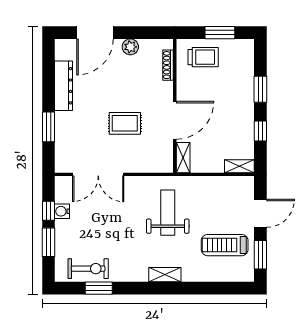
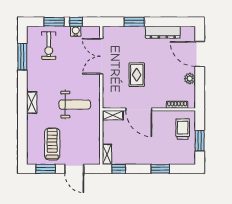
trolley: (203, 57) -> (183, 129), turned 180
window: (260, 131) -> (119, 169), moved
exercise bike: (88, 269) -> (49, 46), moved
window: (99, 288) -> (22, 57), width x1.44

